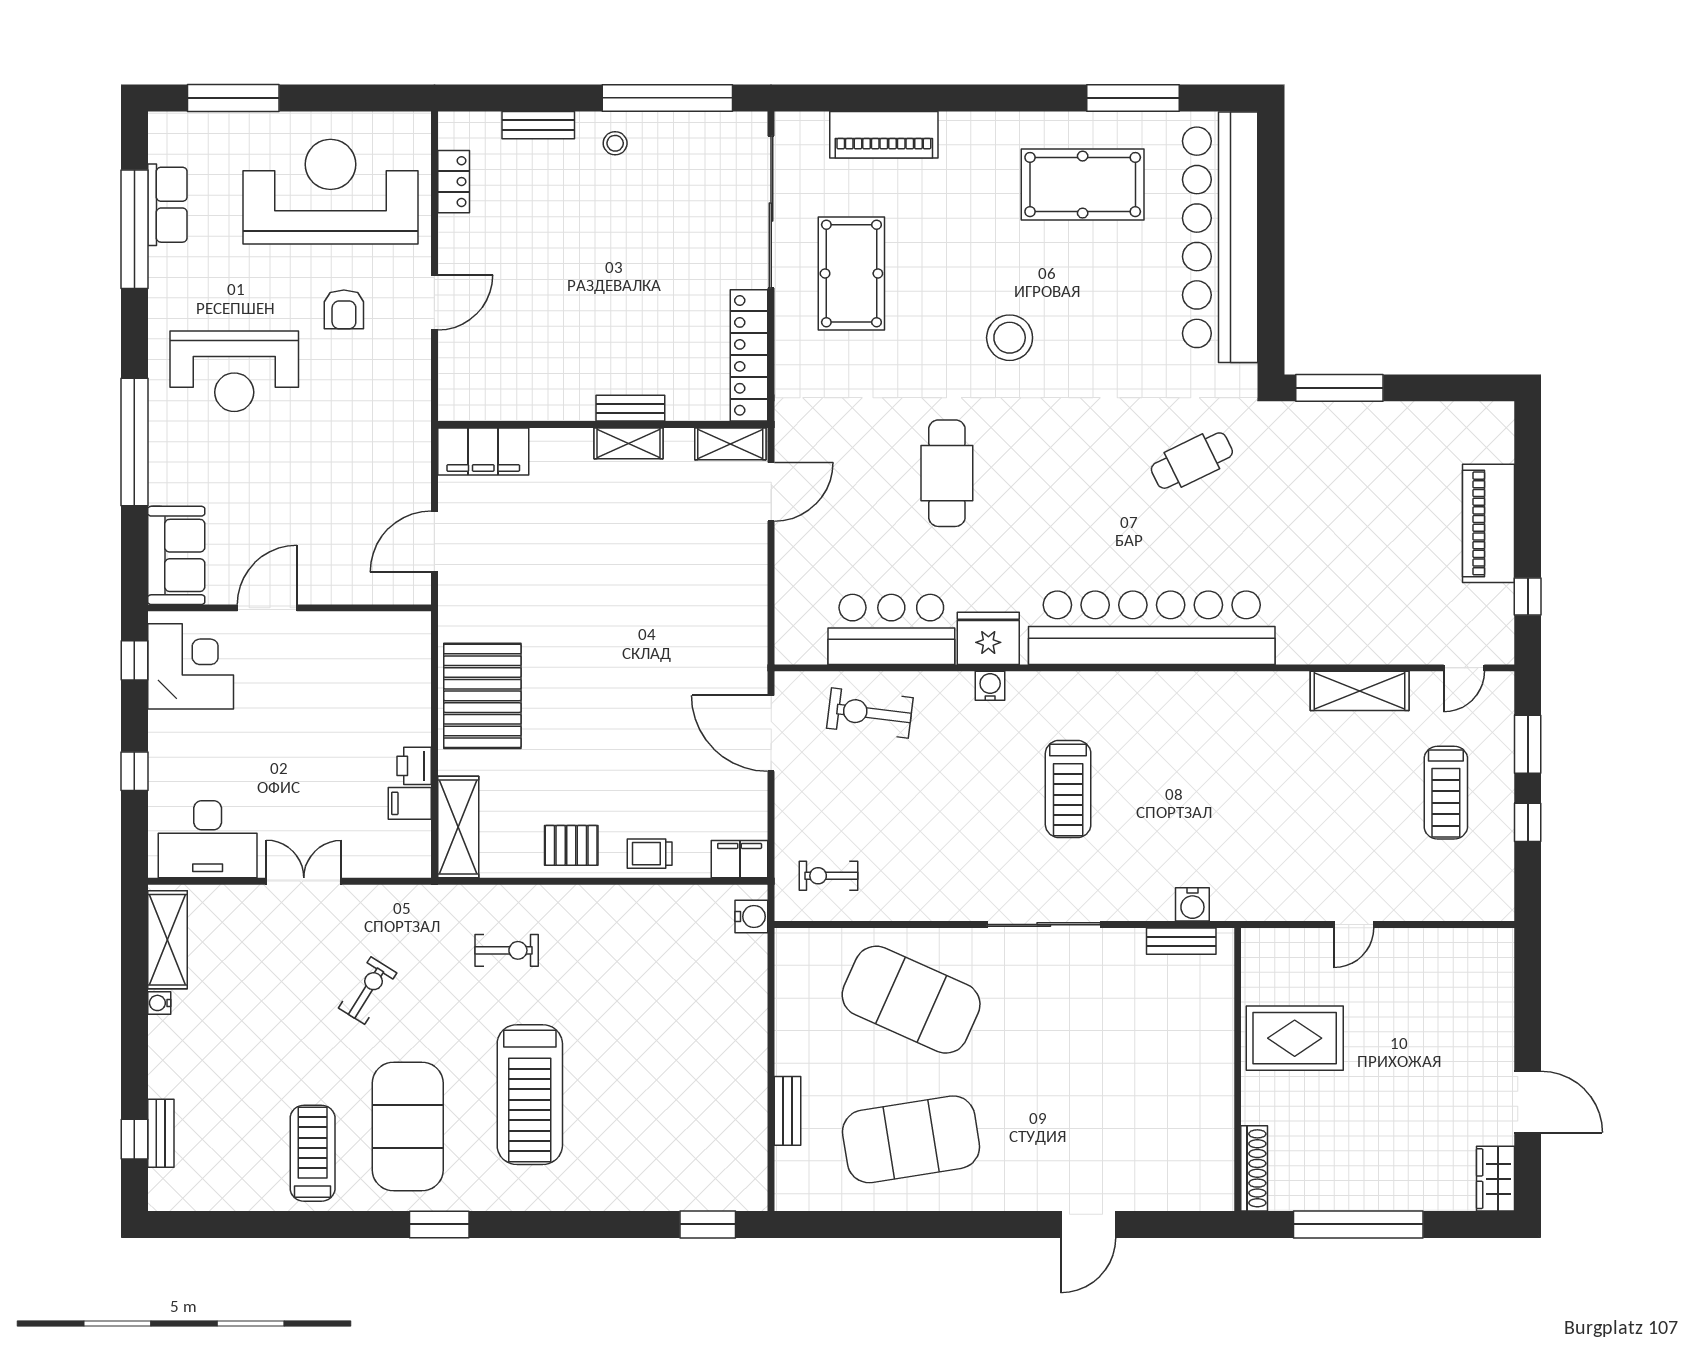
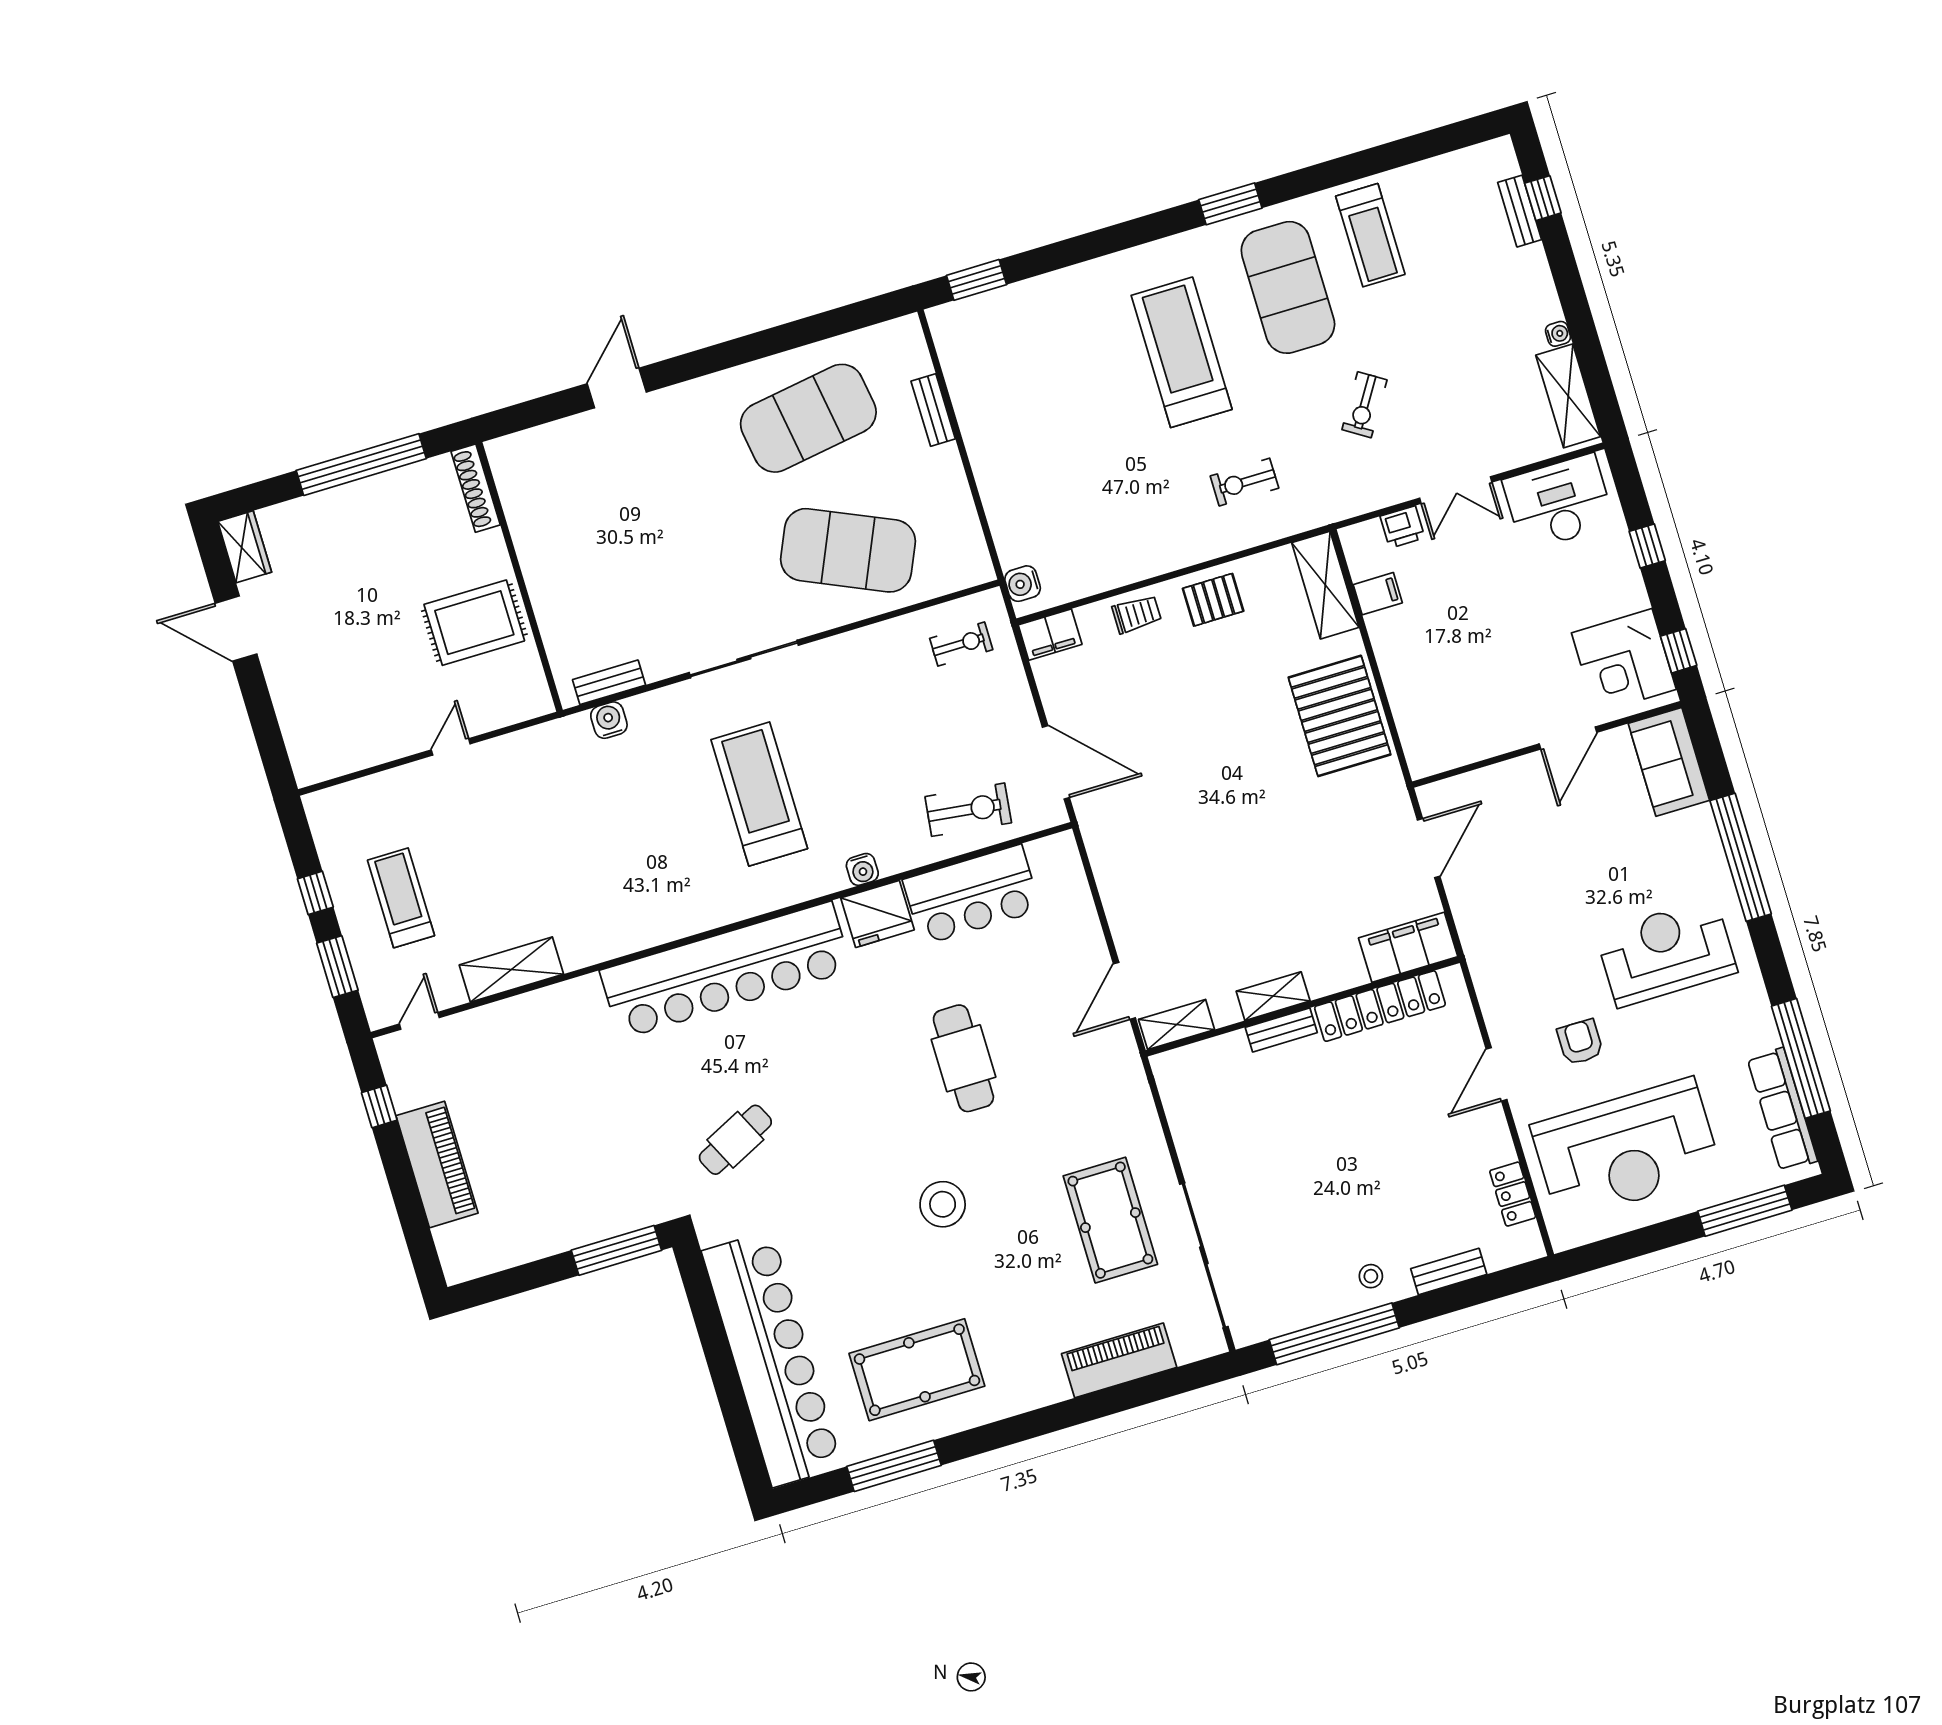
row of seats: (167, 205) -> (1782, 1110), width x1.48
locker: (749, 355) -> (1380, 1006), moved, turned 90
printer: (414, 766) -> (1402, 527), moved, turned 90
treadmill: (1068, 789) -> (759, 794), width x1.37, depth x1.38

